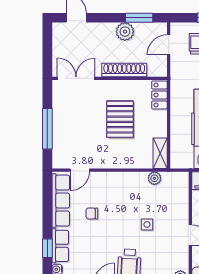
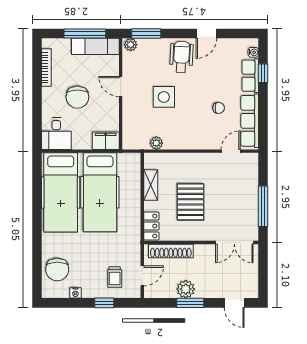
window: (139, 18) -> (190, 303), moved
shoe rack: (124, 70) -> (171, 251), moved
window: (47, 129) -> (263, 206), moved
shelving: (160, 153) -> (151, 185), moved
side table: (147, 224) -> (164, 97), width x1.87, depth x1.87

